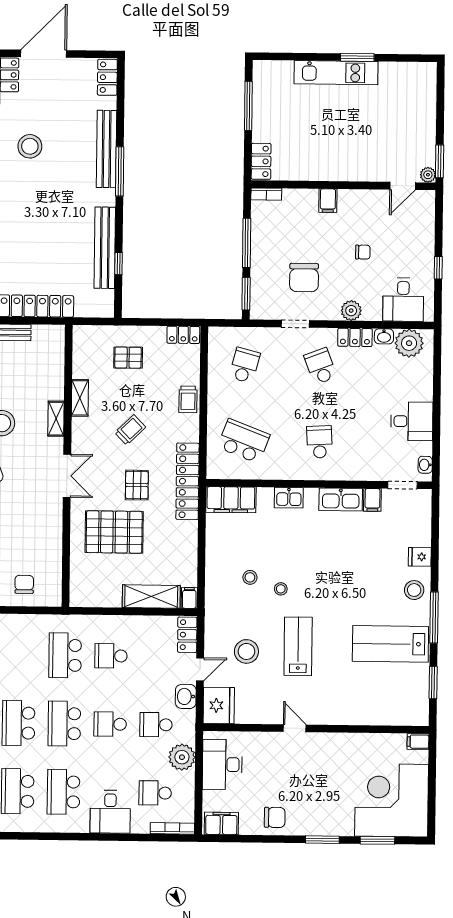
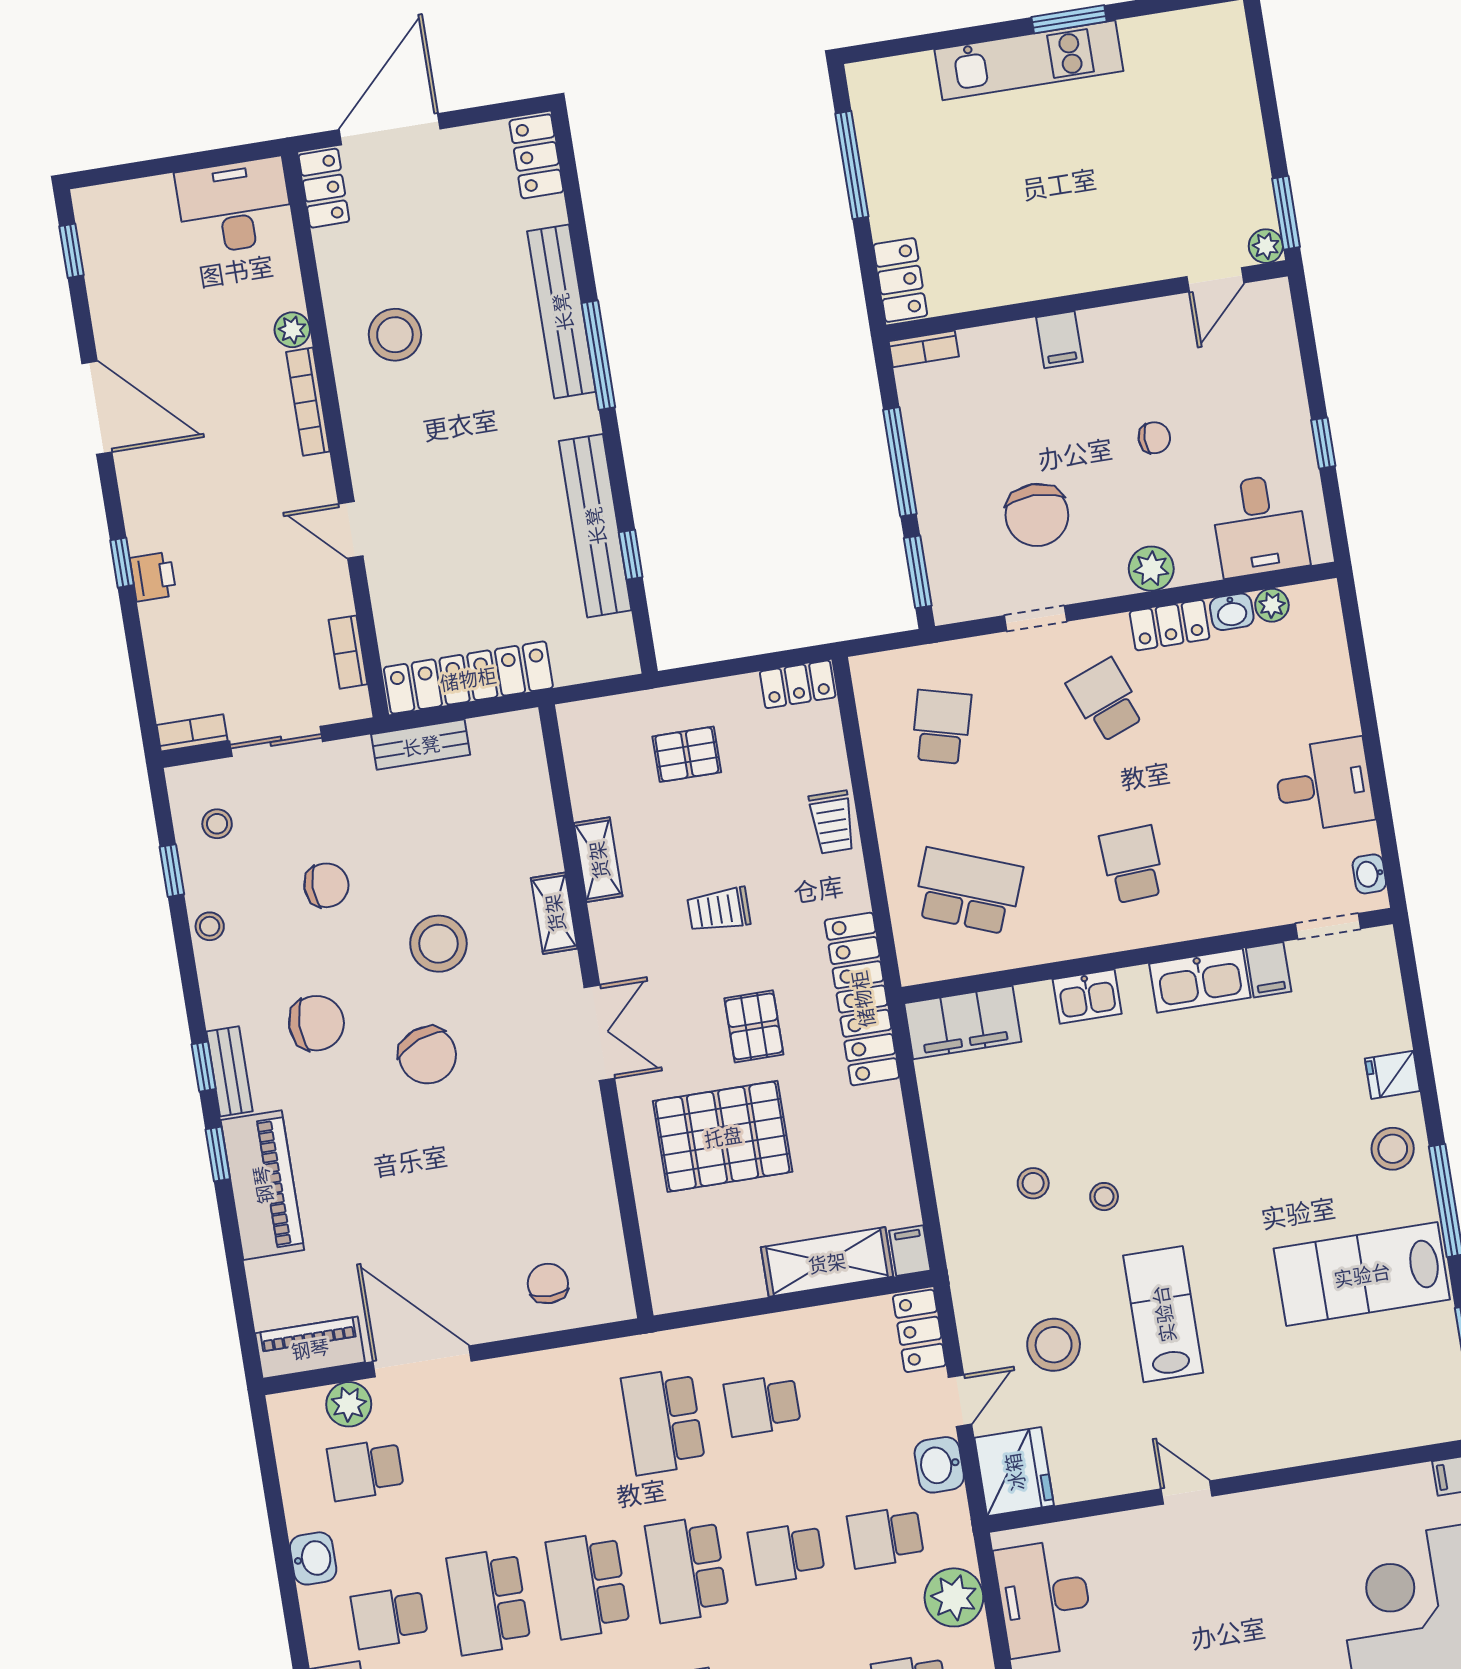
plant: (409, 343) -> (1272, 605), width x0.53, depth x0.53
trolley: (130, 430) -> (719, 910), turned -136

